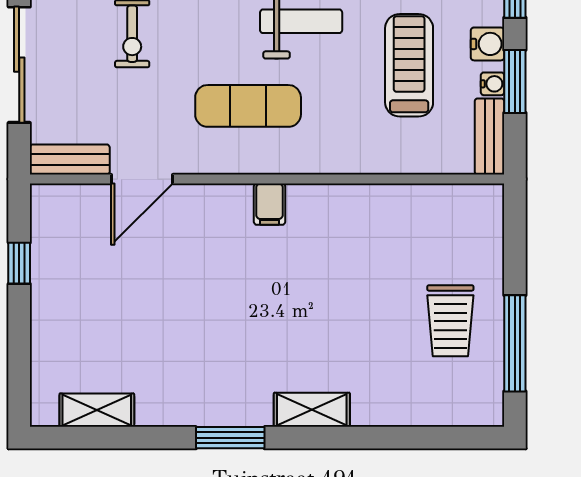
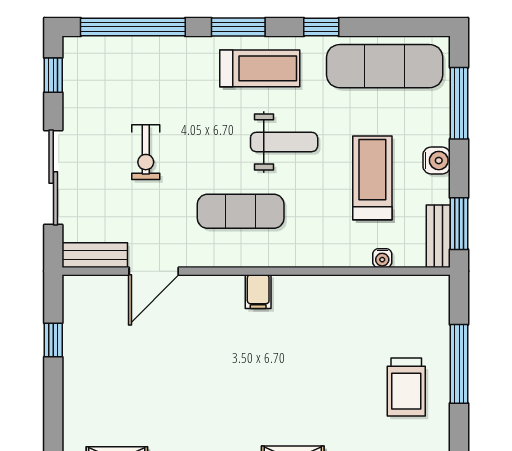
window: (515, 81) -> (459, 224), moved
water cooler: (493, 84) -> (382, 258), moved, turned 90
window: (515, 343) -> (459, 364), moved

